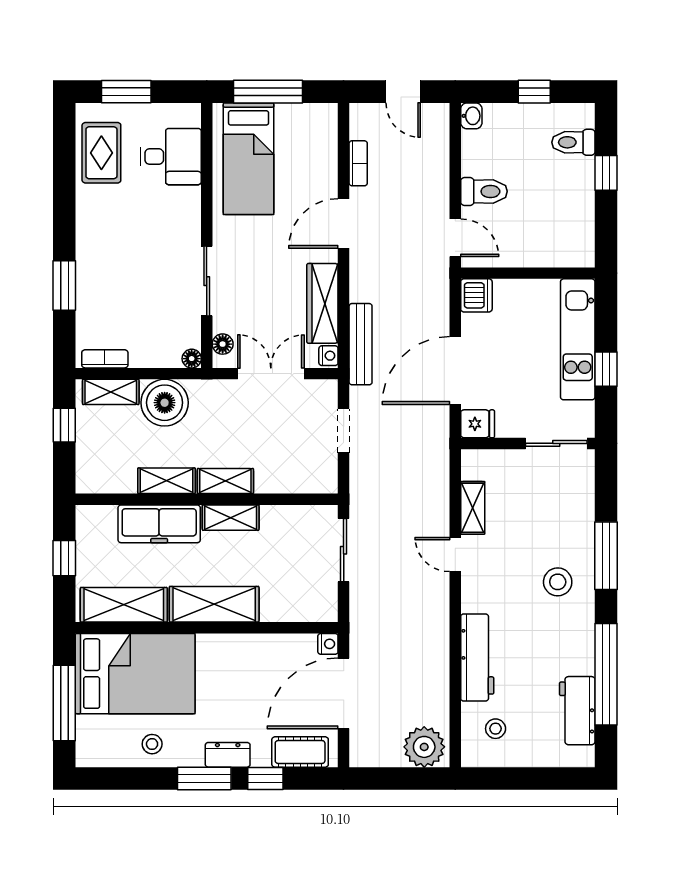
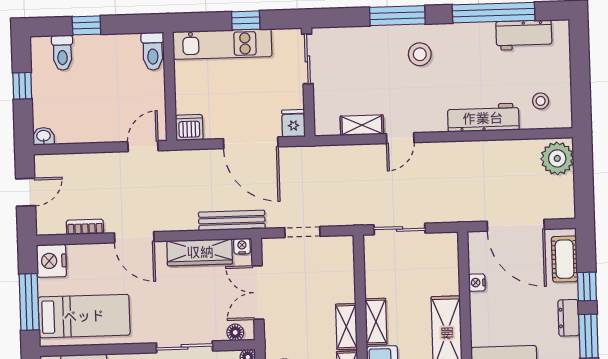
nightstand: (318, 121) -> (51, 261), added
toilet: (484, 191) -> (153, 51), moved, turned 180
nightstand: (328, 644) -> (477, 283), moved, turned -90

